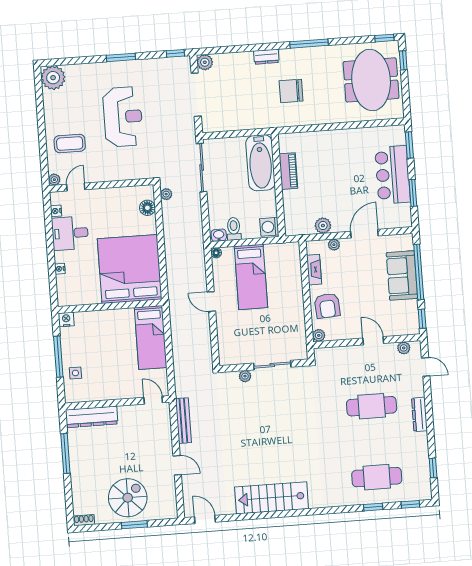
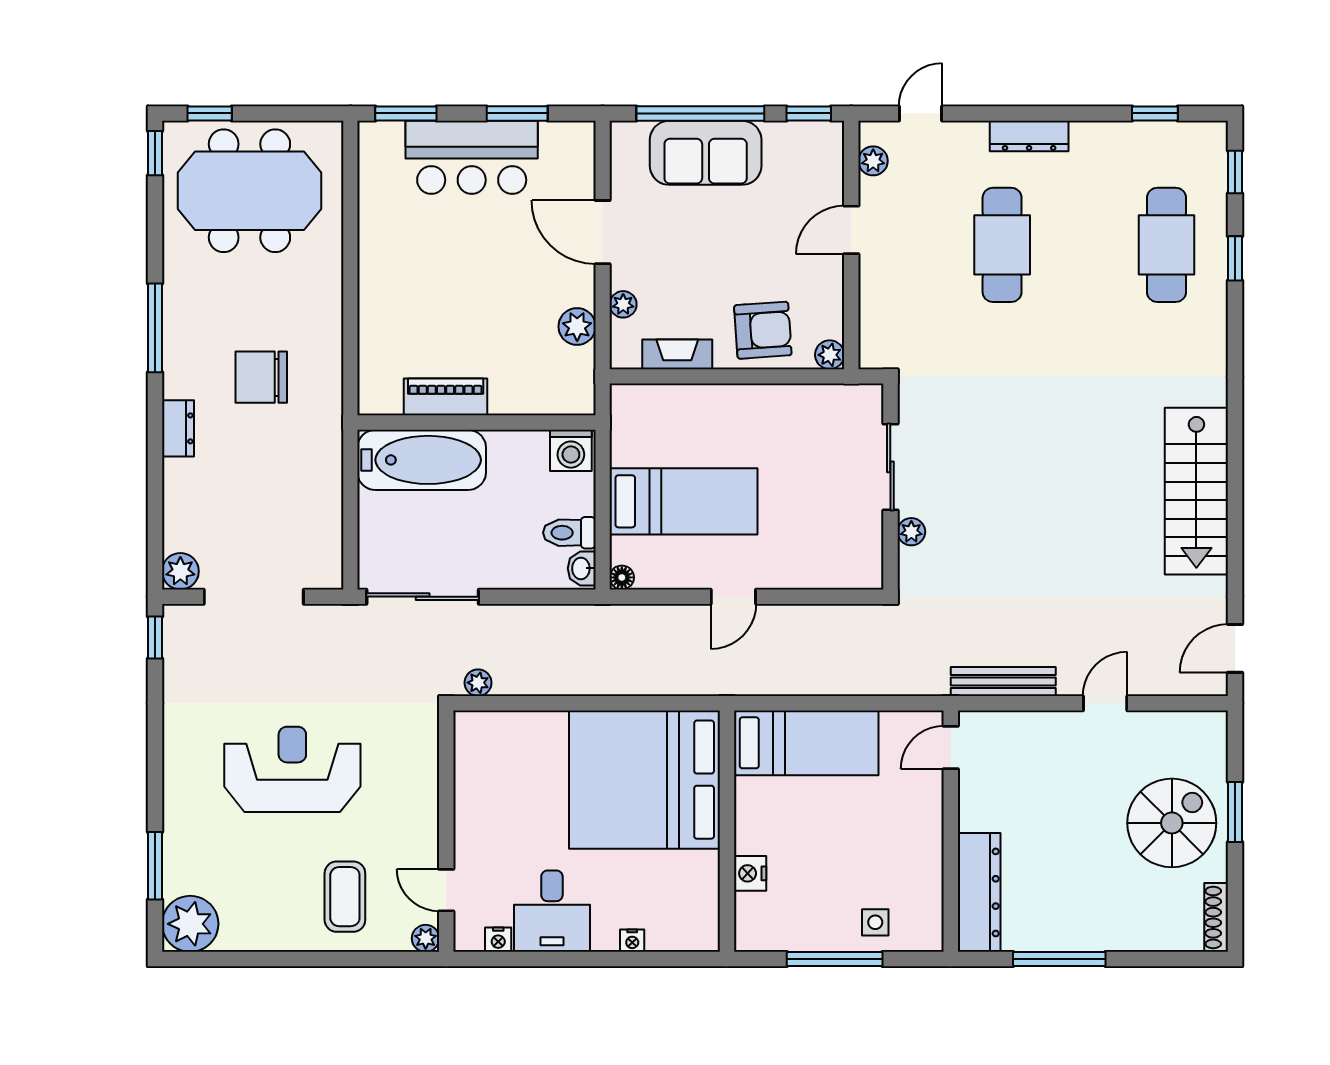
window: (121, 57) -> (155, 866), moved
chair: (291, 91) -> (261, 377), turned 90
floor lamp: (147, 208) -> (506, 728), removed
nightstand: (66, 319) -> (750, 873), moved
spiral stairs: (128, 498) -> (1172, 823), turned 90
shoe rack: (84, 520) -> (1216, 917), width x1.43

